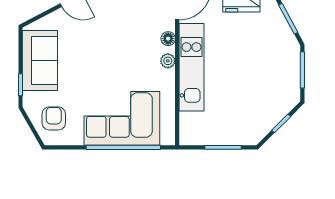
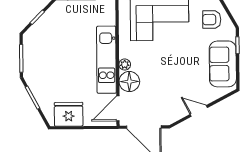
floor lamp: (168, 39) -> (129, 82), width x1.89, depth x1.89
armchair: (54, 118) -> (212, 20), turned 90

